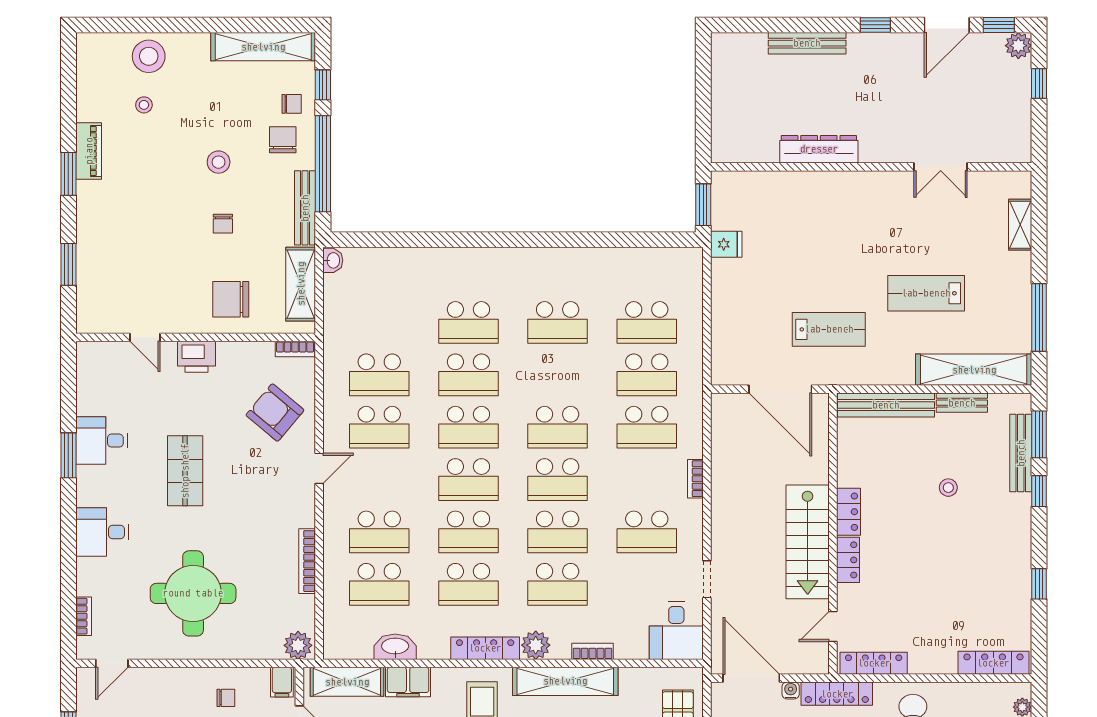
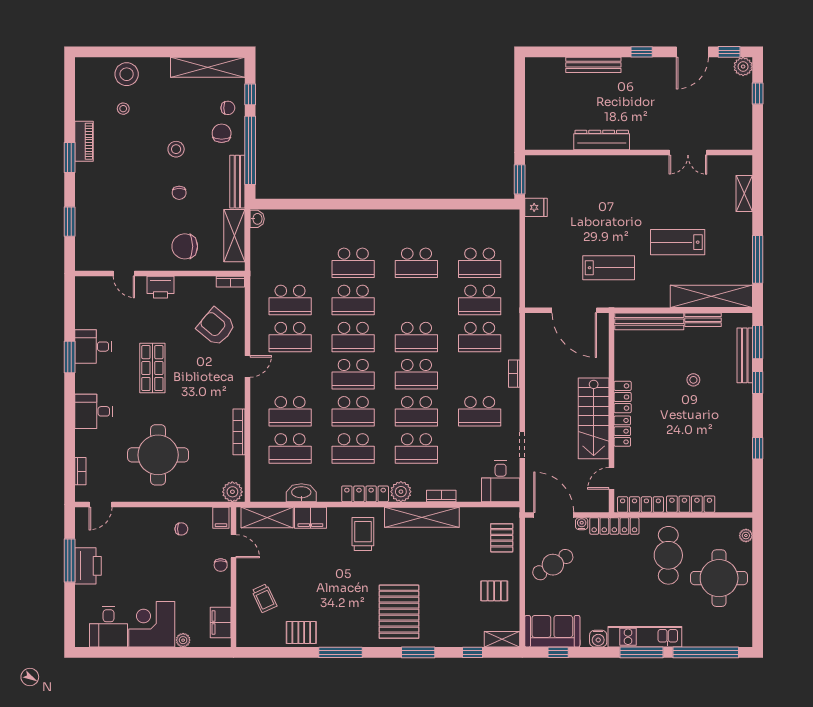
locker: (993, 663) -> (691, 504), moved

